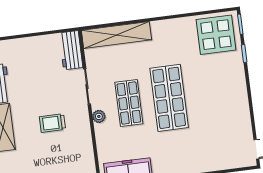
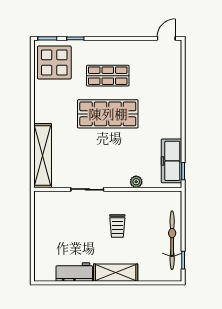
workbench: (71, 50) -> (52, 200), removed
shop shelf: (129, 103) -> (108, 76), moved
plant: (99, 116) -> (136, 182), moved

